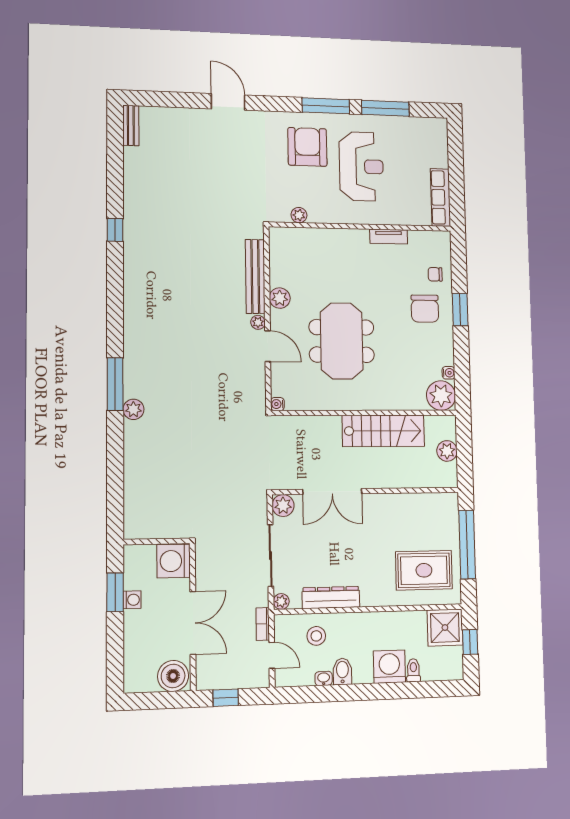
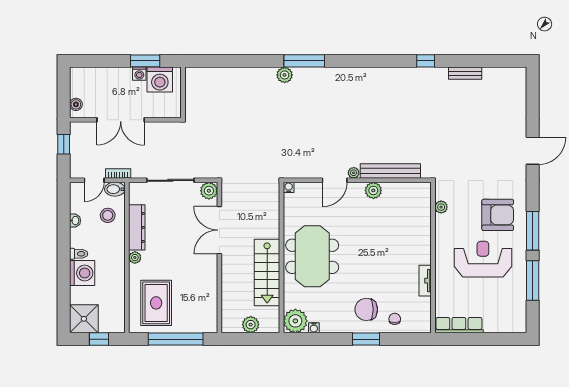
bench: (131, 125) -> (465, 73), moved
reception desk: (361, 166) -> (483, 259), turned 180
meeting table: (342, 341) -> (312, 256), moved, turned 90
washing machine: (174, 561) -> (160, 80), moved, turned 180
plant: (281, 601) -> (135, 258), moved
shower: (445, 628) -> (84, 319), moved
toilet: (413, 670) -> (79, 254), moved
bidet: (342, 671) -> (115, 189), moved, turned 180
boiler: (173, 676) -> (76, 104), width x0.54, depth x0.54

